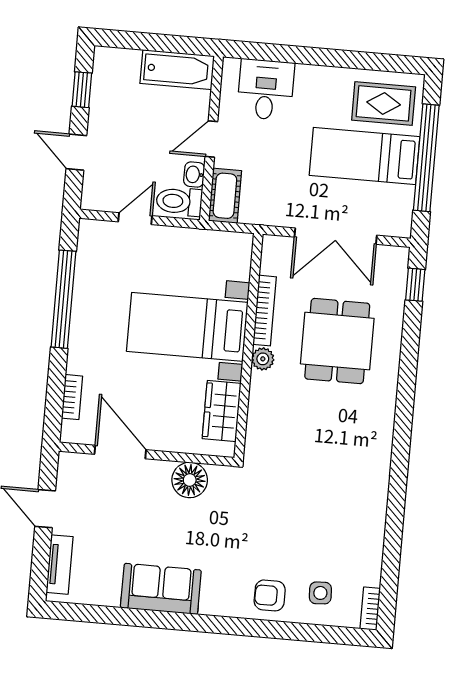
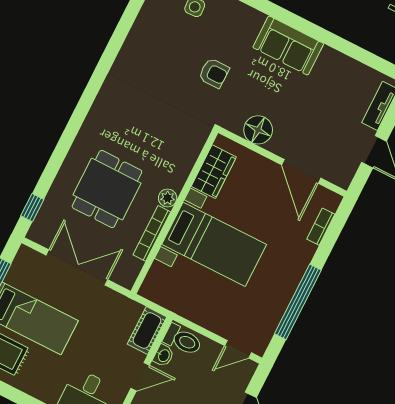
door: (135, 219) -> (238, 349), moved
sofa: (161, 589) -> (288, 46), moved
armchair: (270, 595) -> (214, 73), moved

